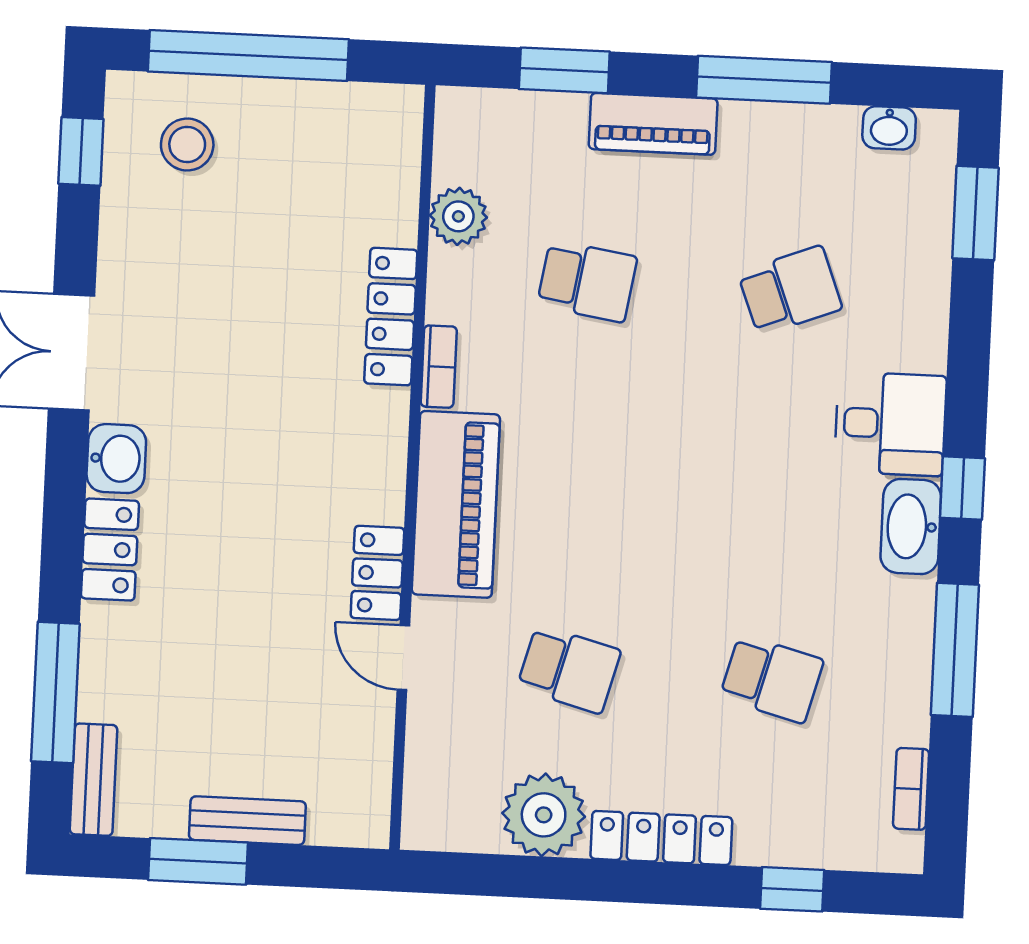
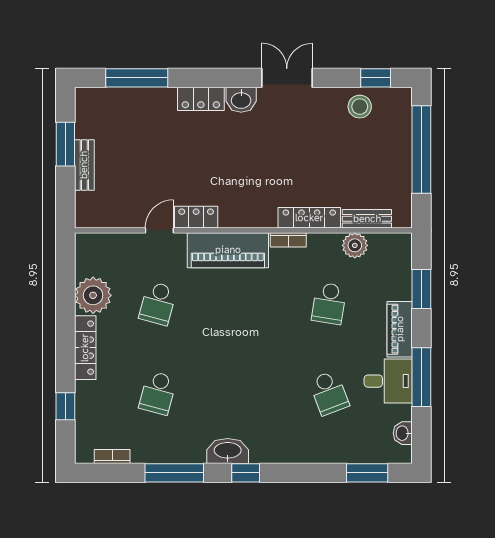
stool: (187, 145) -> (360, 107), moved
desk: (890, 424) -> (388, 381), moved, turned -90
bench: (94, 780) -> (367, 219), moved

